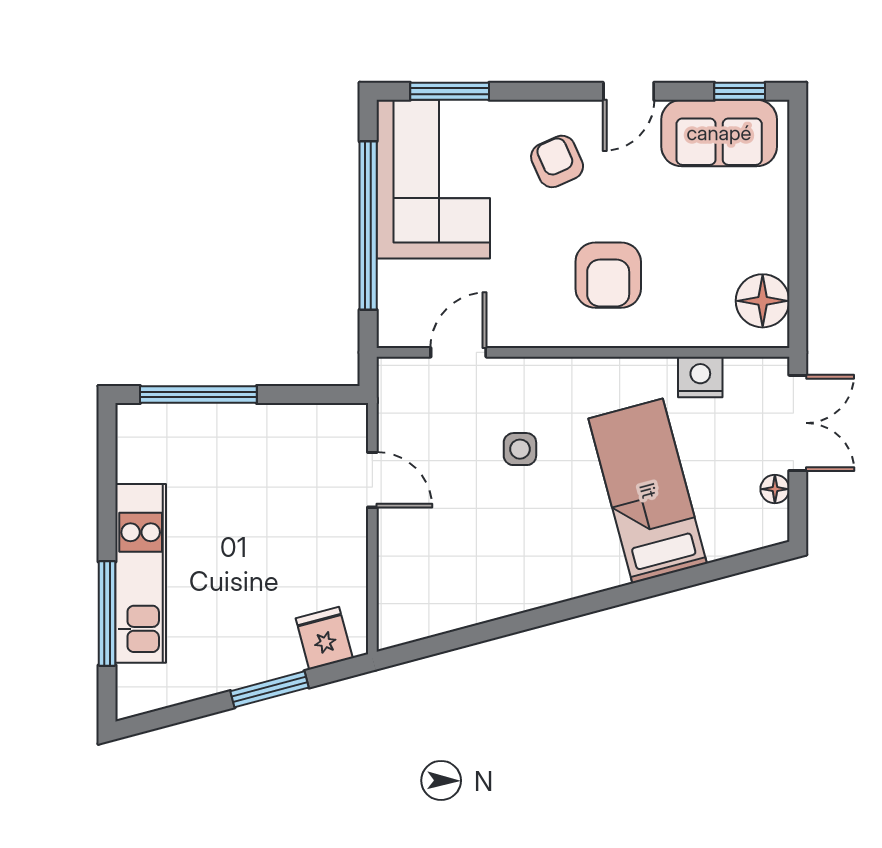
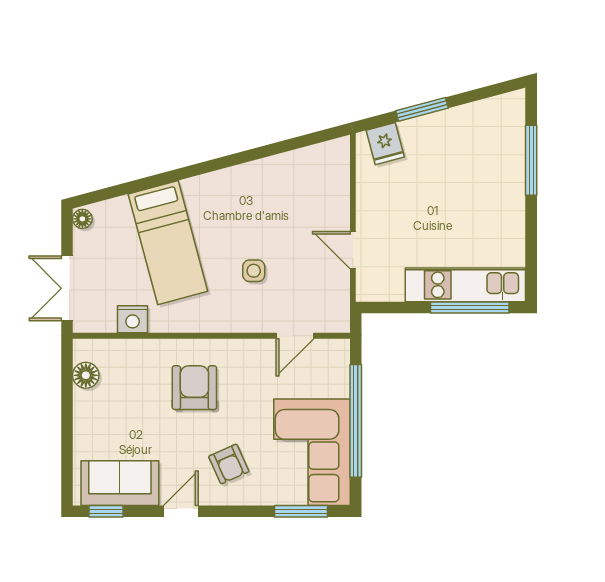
floor lamp: (763, 301) -> (86, 375), width x0.73, depth x0.73
floor lamp: (775, 489) -> (82, 219), moved
kitchen unit: (141, 573) -> (465, 285), moved, turned 90

